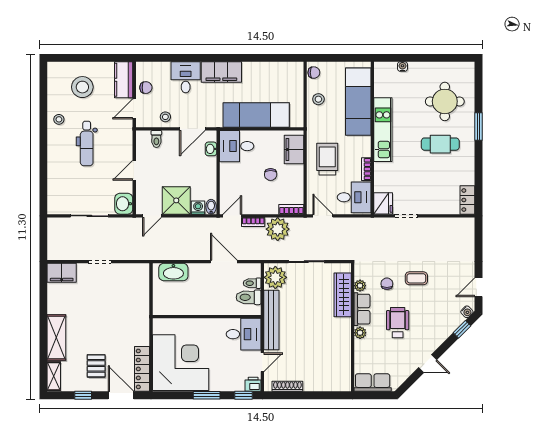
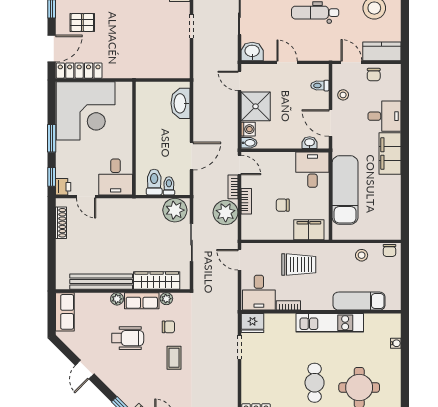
exam couch: (358, 102) -> (359, 301), width x0.73, depth x0.69
bookcase: (291, 209) -> (246, 201), moved
door: (323, 216) -> (239, 260), swing flipped
bench: (271, 320) -> (101, 282), moved

